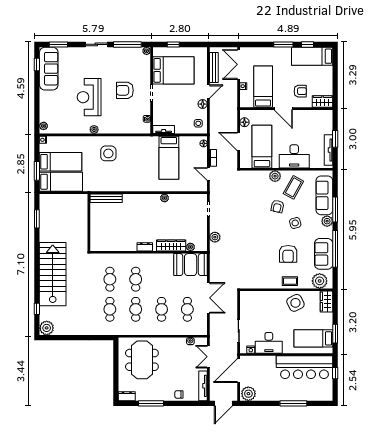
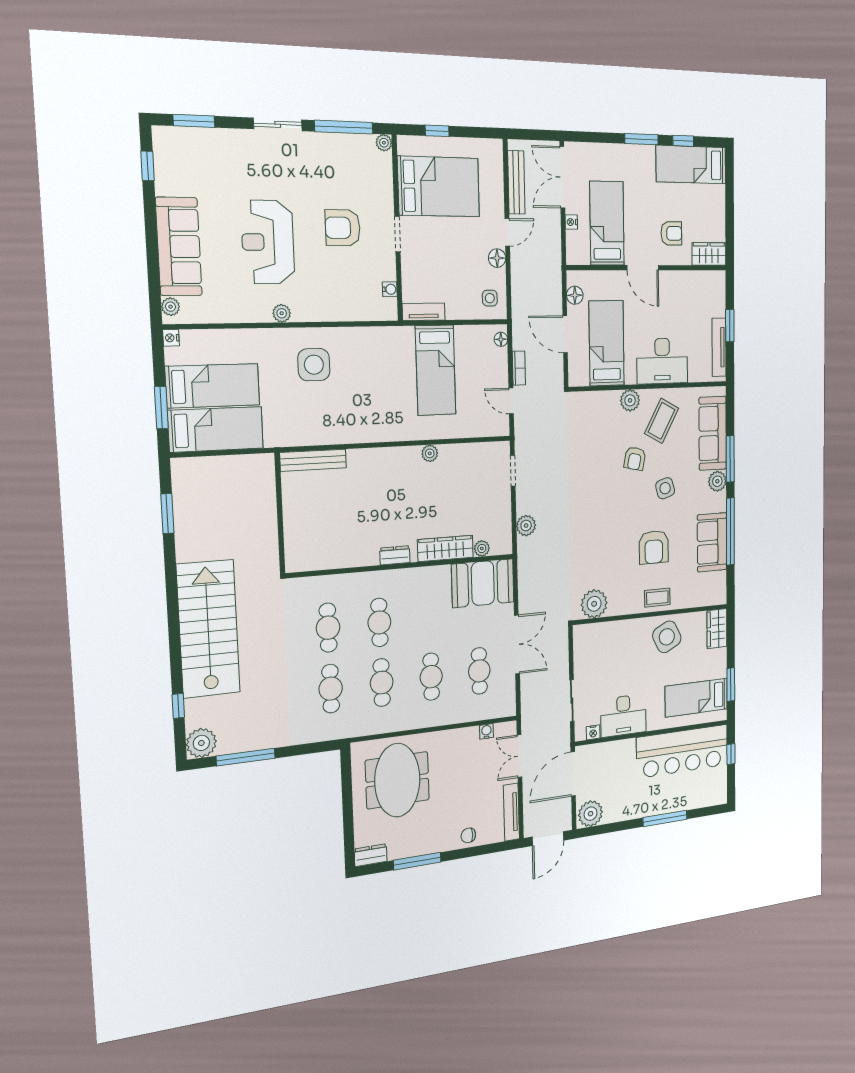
sofa: (49, 69) -> (179, 247), moved
plant: (320, 281) -> (594, 604), moved
window: (67, 338) -> (246, 757), added

